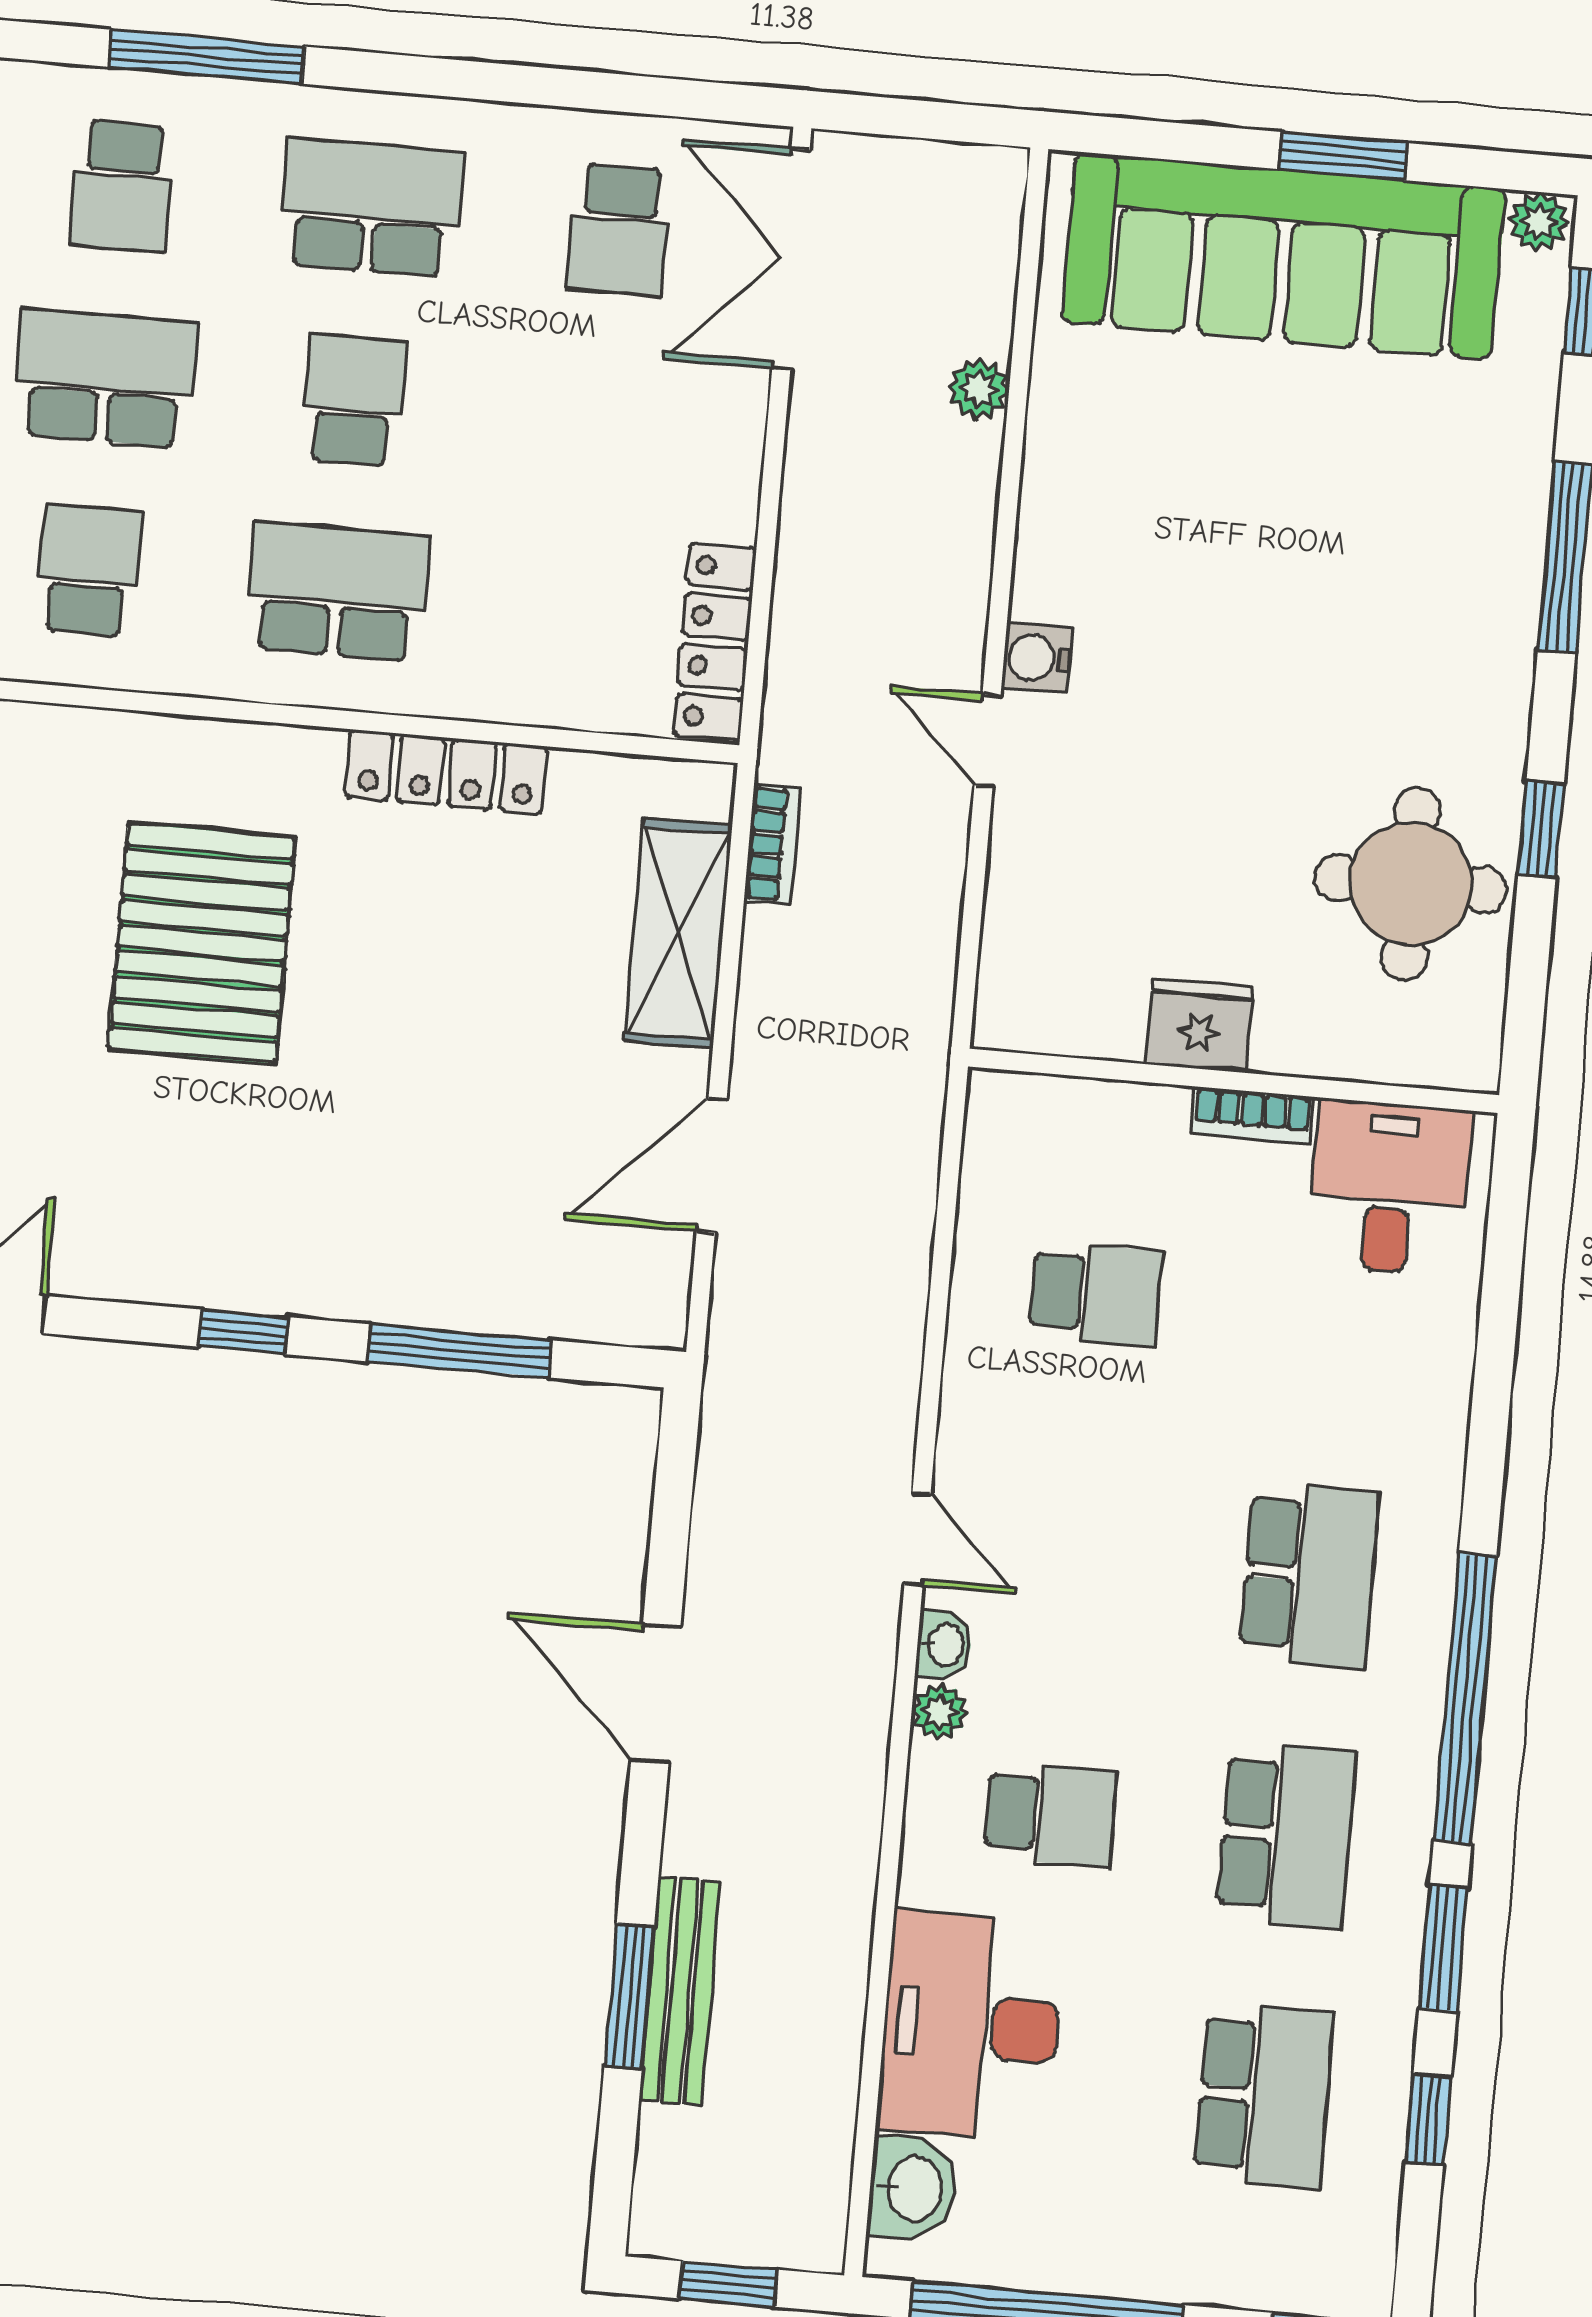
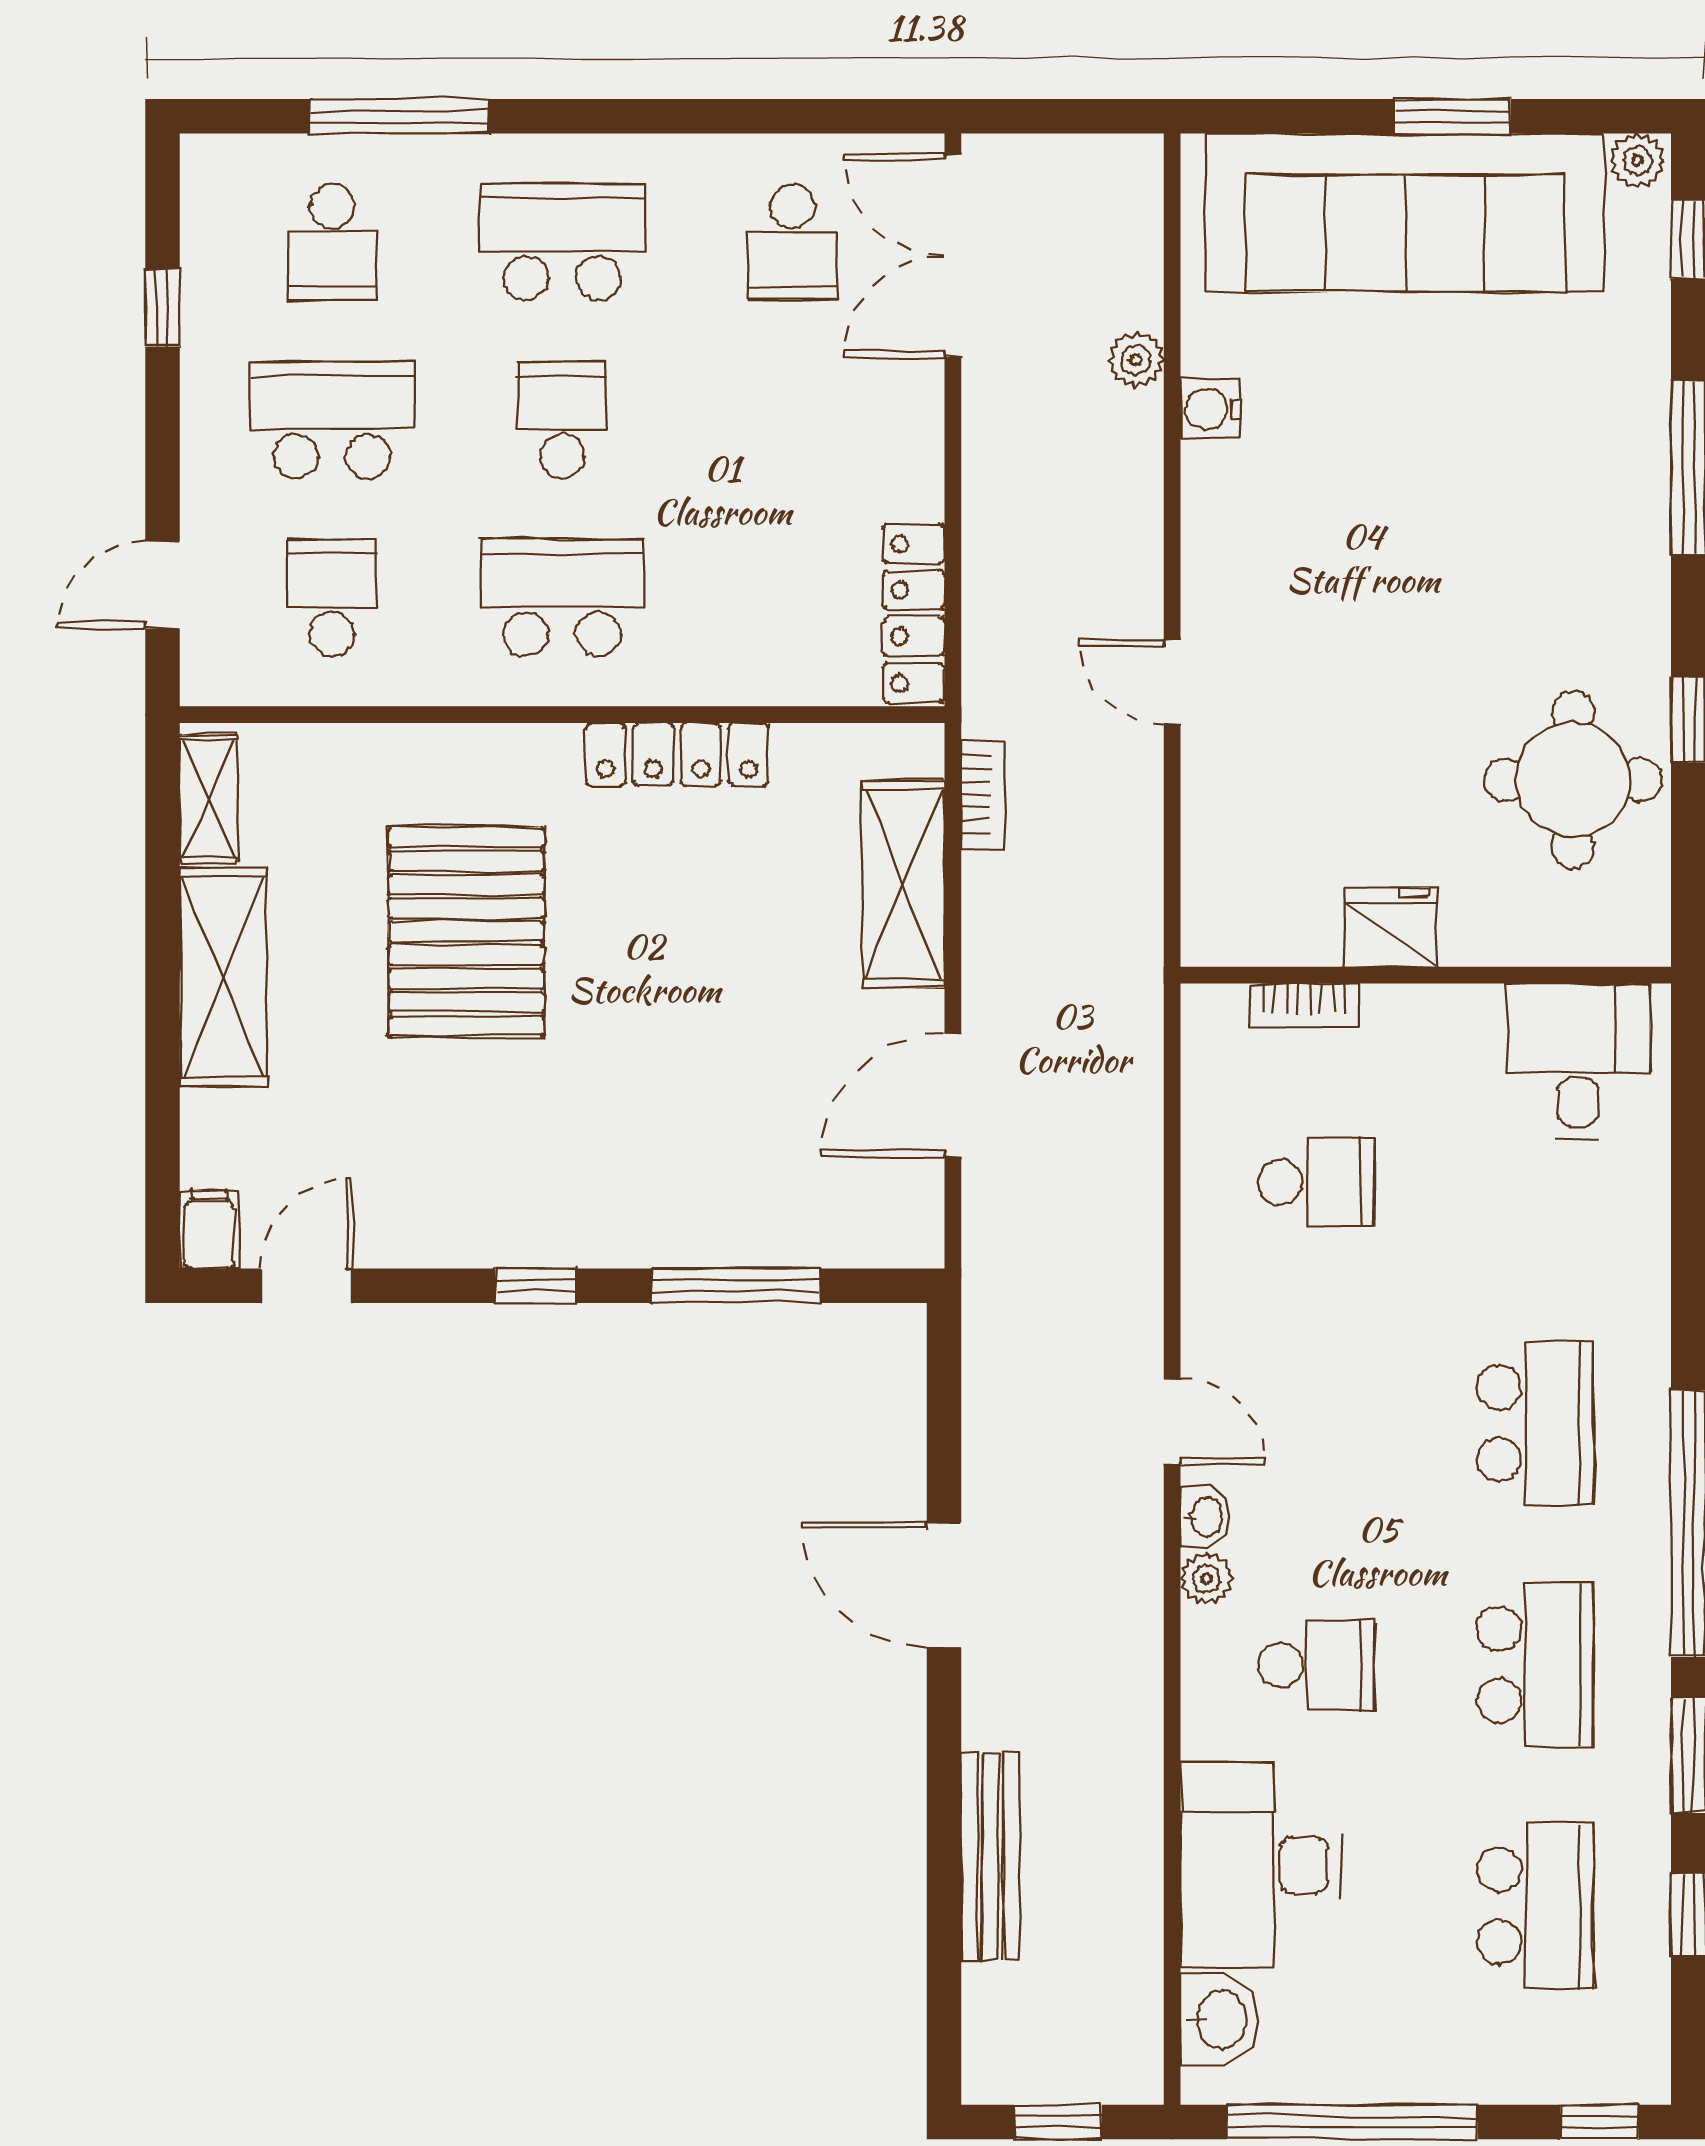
water cooler: (1037, 658) -> (1211, 409), moved
bookcase: (1252, 1115) -> (1304, 1005), moved
window: (629, 1996) -> (944, 1865), removed

